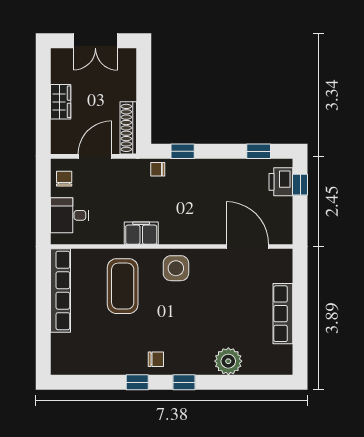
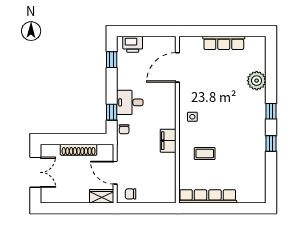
wardrobe: (61, 102) -> (102, 196), moved
shoe rack: (128, 128) -> (79, 150), moved
window: (300, 185) -> (135, 31), removed
desk: (70, 215) -> (130, 102), moved, turned 90
side table: (176, 268) -> (192, 117), width x0.54, depth x0.54
coffee table: (123, 286) -> (205, 154), width x0.54, depth x0.58
chair: (156, 359) -> (255, 131), removed

